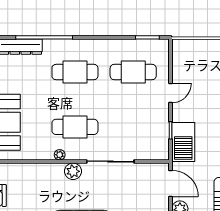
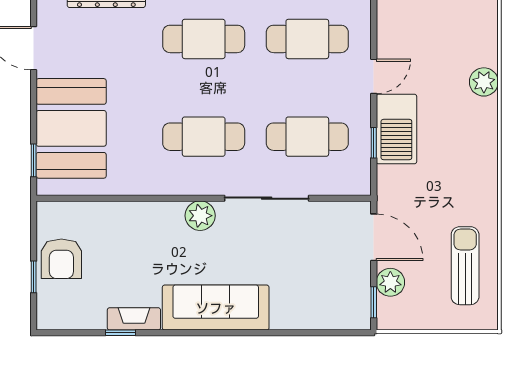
cafe table: (133, 127) -> (307, 137), added
barbecue: (183, 142) -> (396, 129), moved
plant: (60, 155) -> (176, 186), removed

